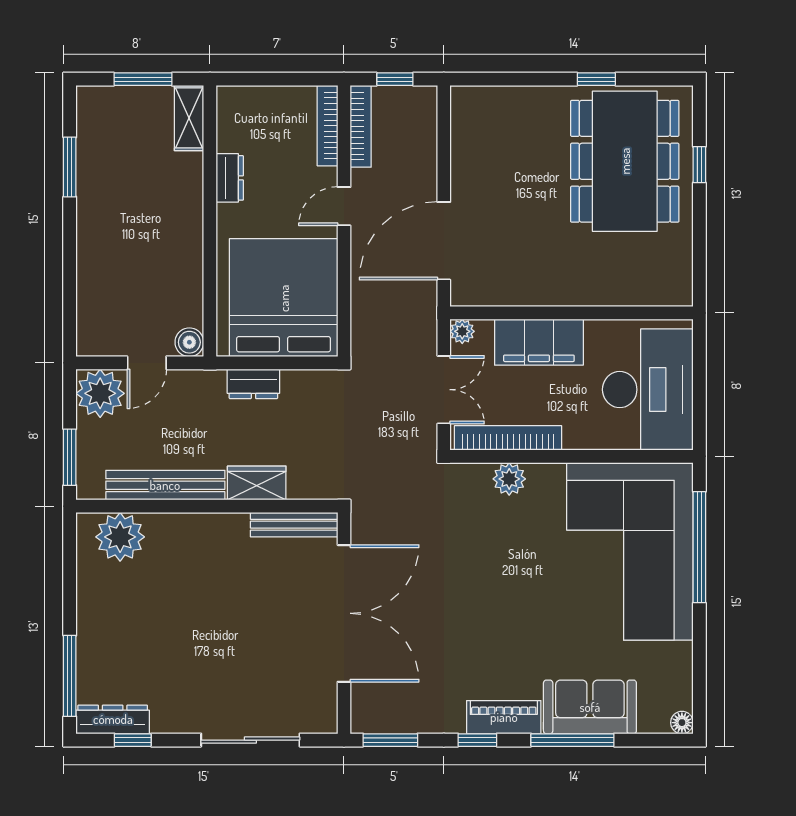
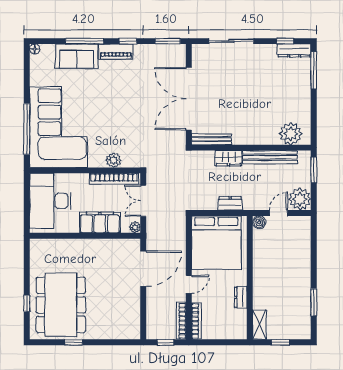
window: (143, 79) -> (280, 342), width x0.67

